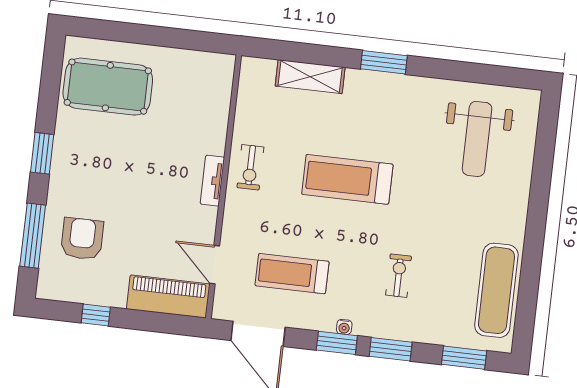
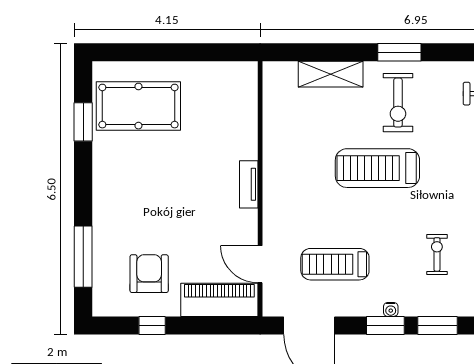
window: (42, 153) -> (83, 122), moved
exercise bike: (250, 167) -> (398, 103), moved, width x1.38, depth x1.39
armchair: (82, 239) -> (149, 274), moved

